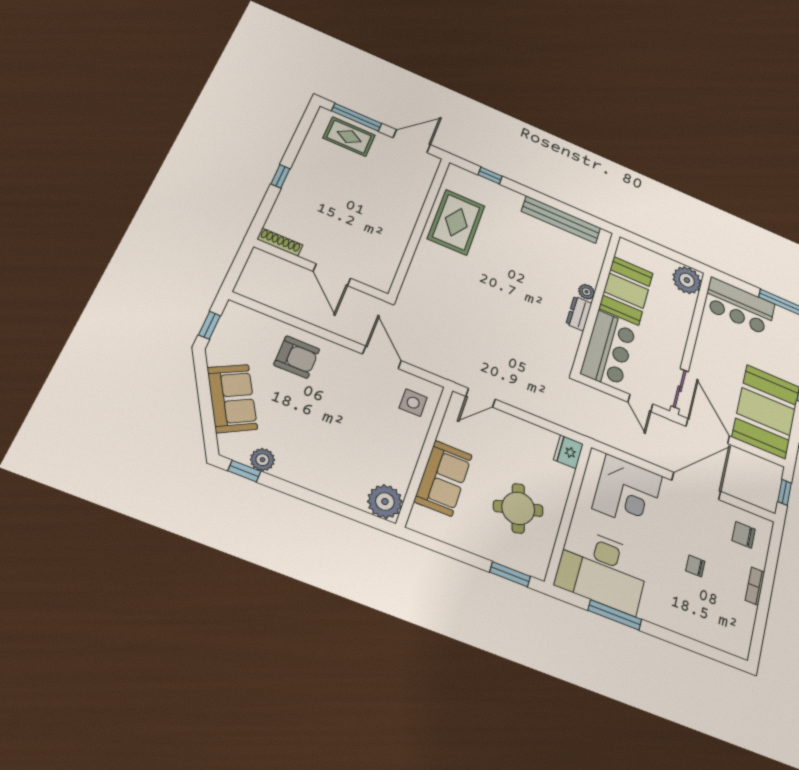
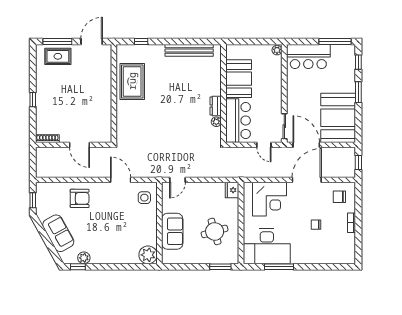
plant: (687, 280) -> (277, 50), width x0.53, depth x0.53
plant: (587, 292) -> (216, 122), moved

